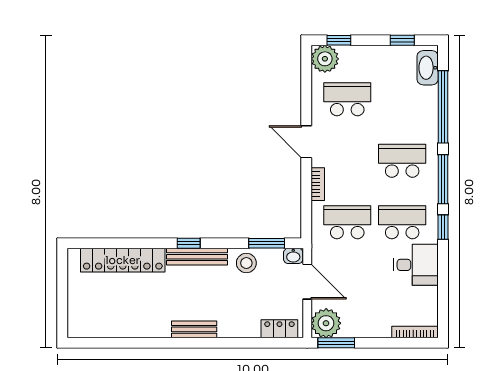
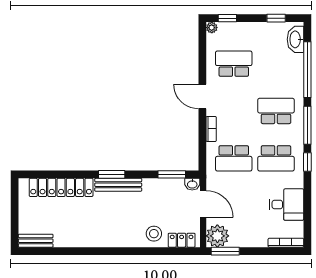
plant: (325, 59) -> (212, 28), width x0.53, depth x0.53
school desk: (347, 222) -> (234, 158), turned 180
school desk: (402, 222) -> (276, 158), turned 180
window: (189, 243) -> (112, 174), width x1.50
stool: (246, 263) -> (154, 234), moved
desk: (416, 265) -> (287, 205), moved
bench: (194, 329) -> (36, 241), moved

